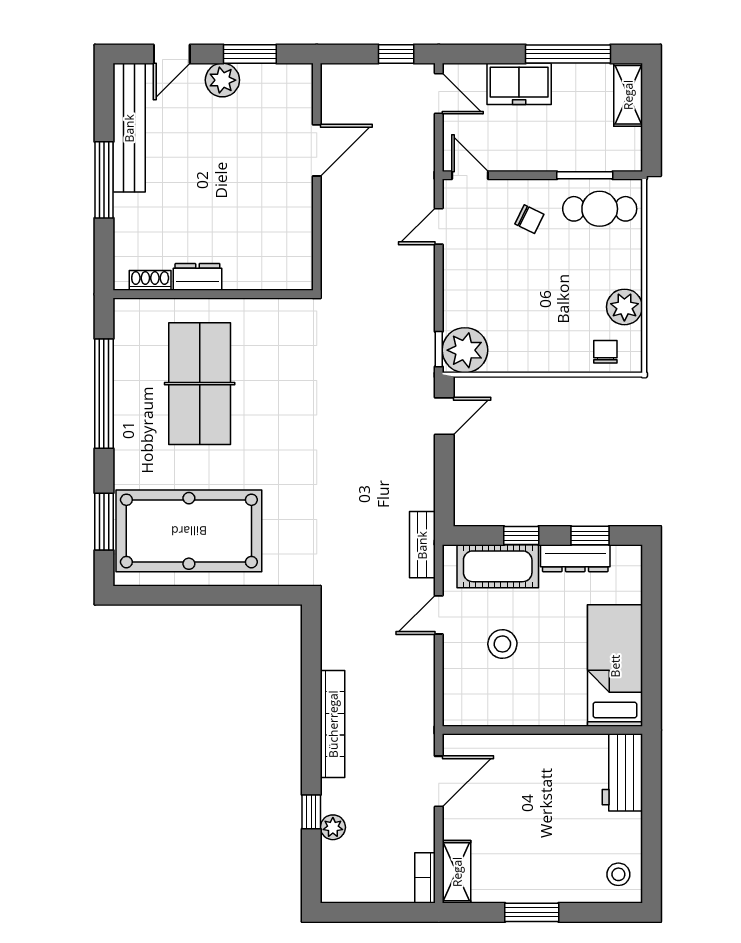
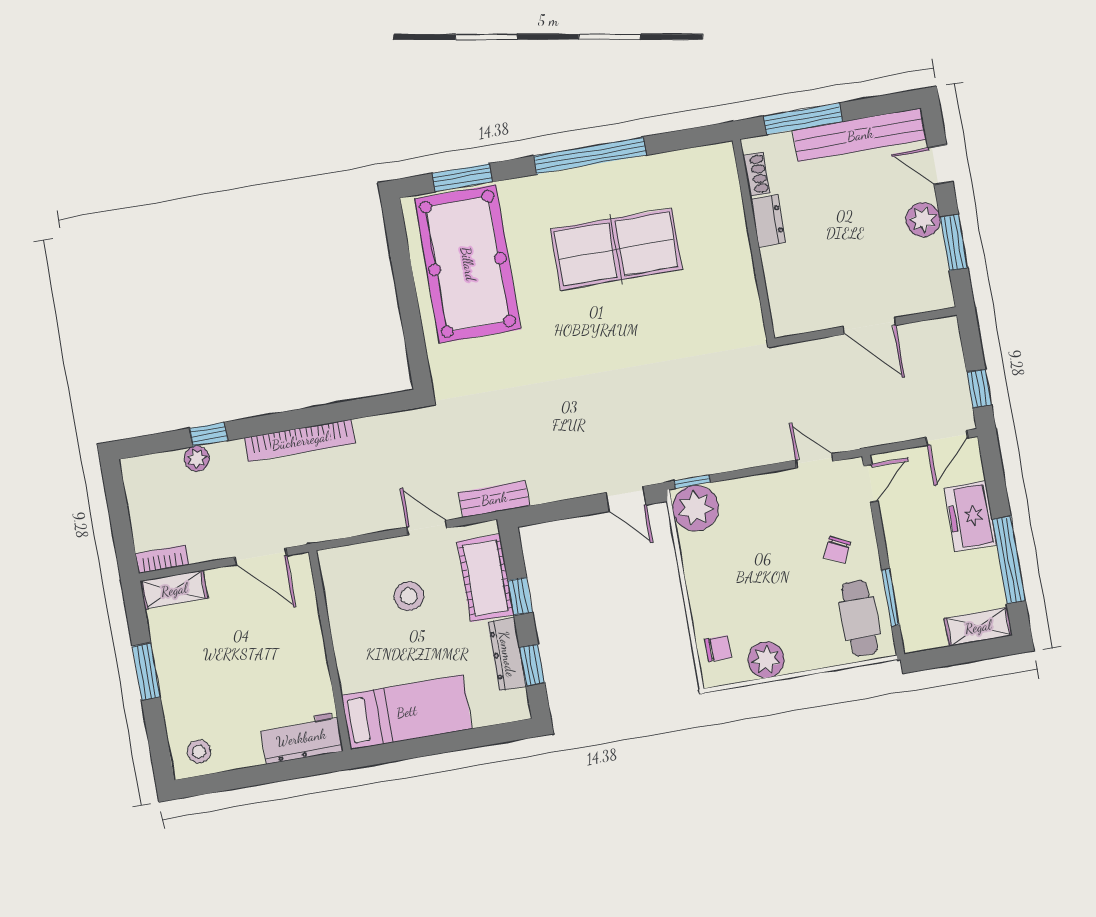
dresser: (197, 277) -> (768, 221), moved
shoe rack: (150, 280) -> (756, 174), moved
wall: (213, 294) -> (754, 239), moved

